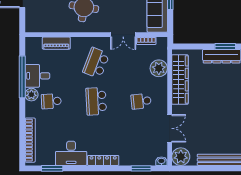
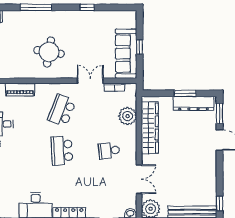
double door: (123, 35) -> (90, 81), swing flipped
window: (225, 47) -> (185, 93), moved
school desk: (51, 101) -> (15, 151), removed

